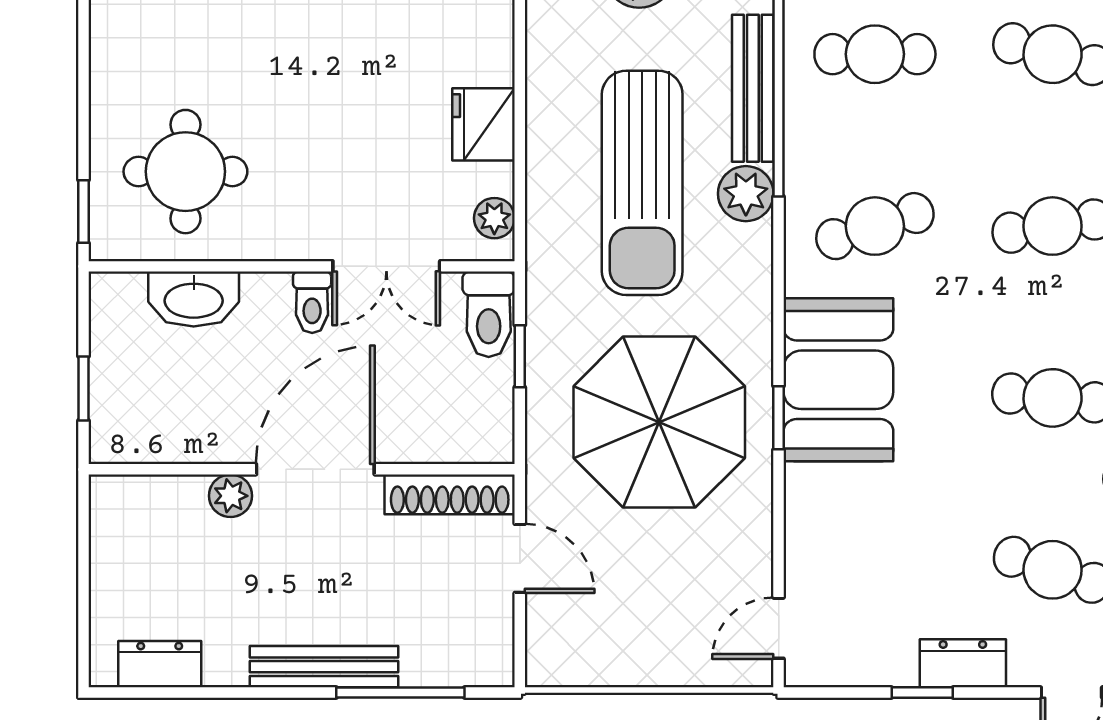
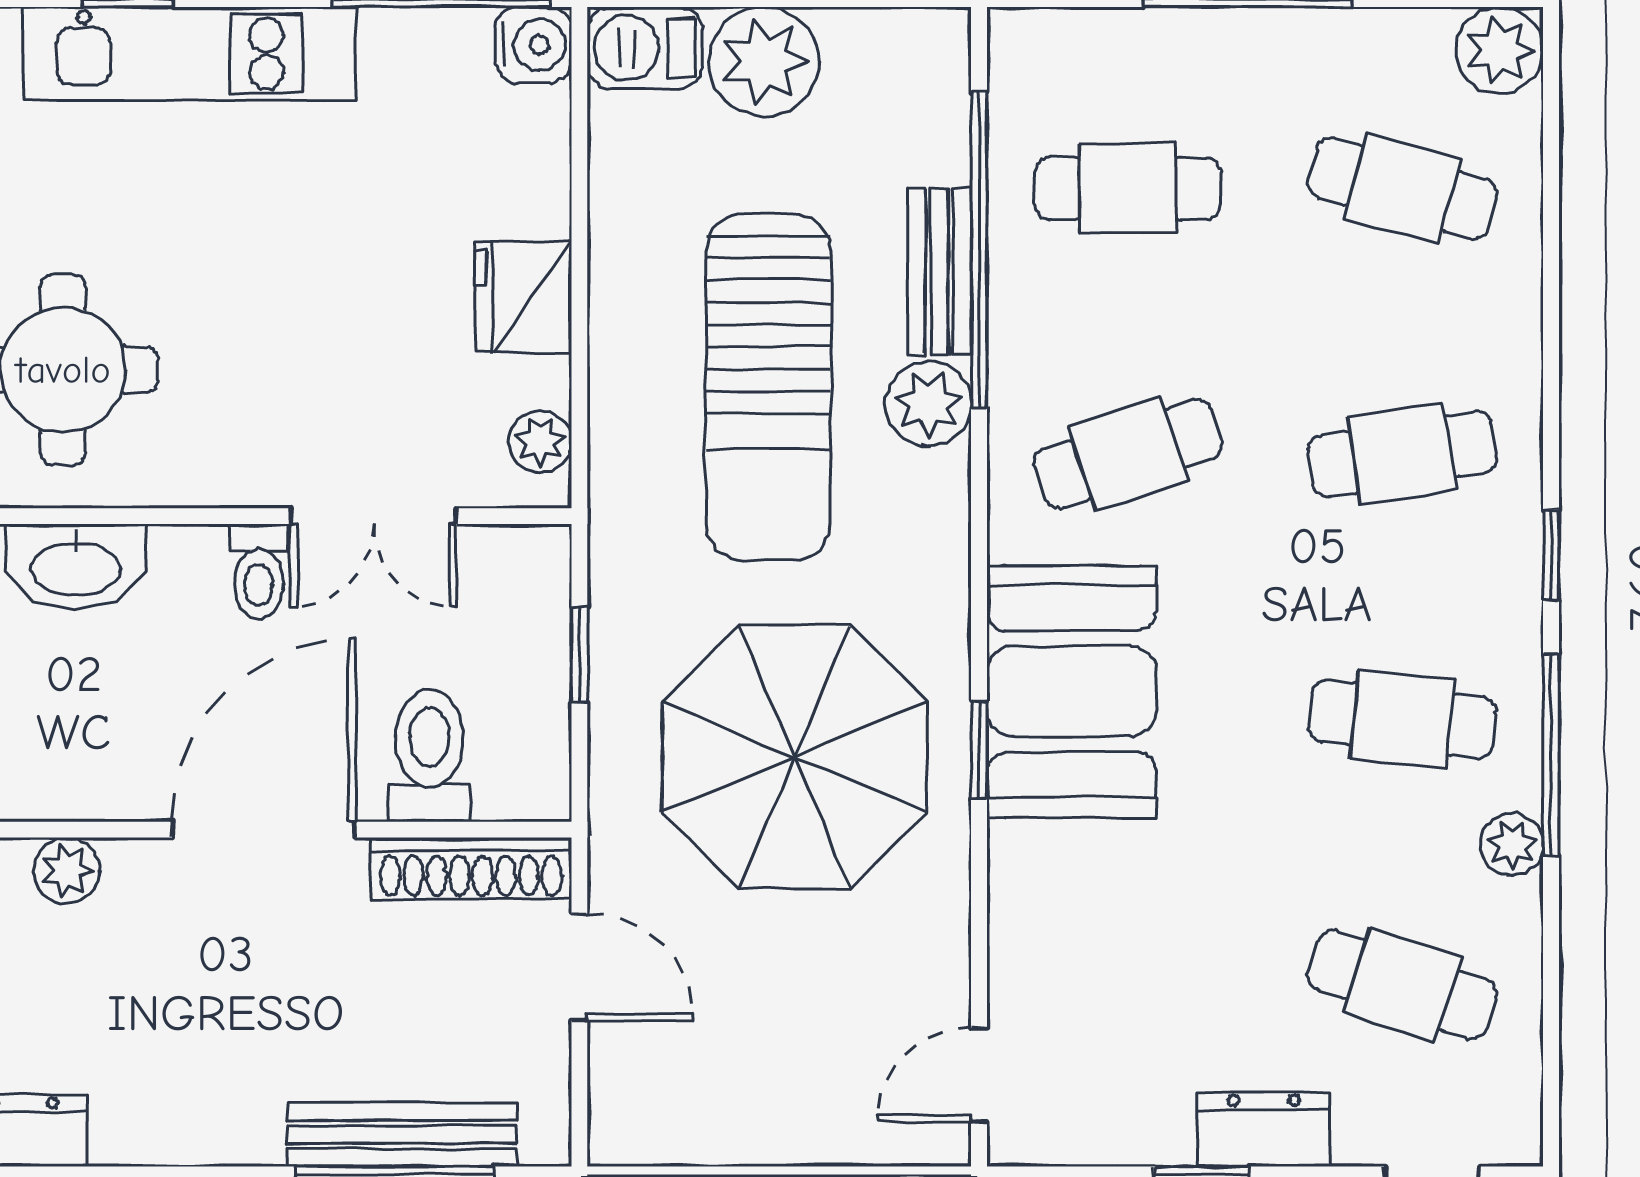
bench: (753, 88) -> (939, 271), width x0.73
toilet: (489, 314) -> (429, 756), moved, turned 180
plant: (231, 496) -> (66, 870), moved
bench: (324, 667) -> (402, 1134), moved

